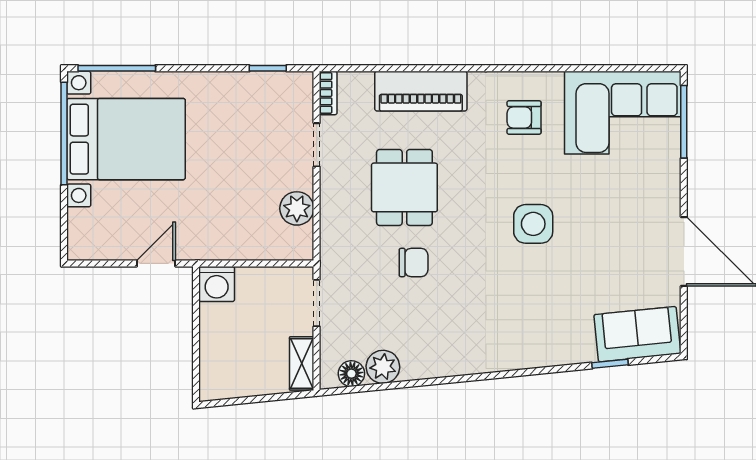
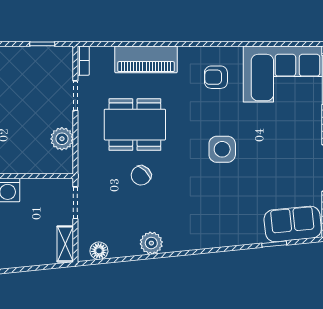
dining table: (404, 187) -> (135, 125), width x1.38
chair: (414, 262) -> (141, 175), turned 134
plant: (383, 367) -> (151, 243), moved

